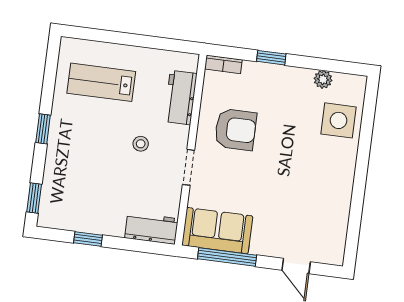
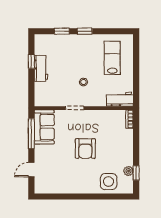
window: (271, 58) -> (136, 173), moved
workbench: (181, 98) -> (120, 99), moved
armchair: (236, 130) -> (85, 148), moved
window: (34, 198) -> (62, 31), moved
workbench: (152, 228) -> (41, 68), moved

